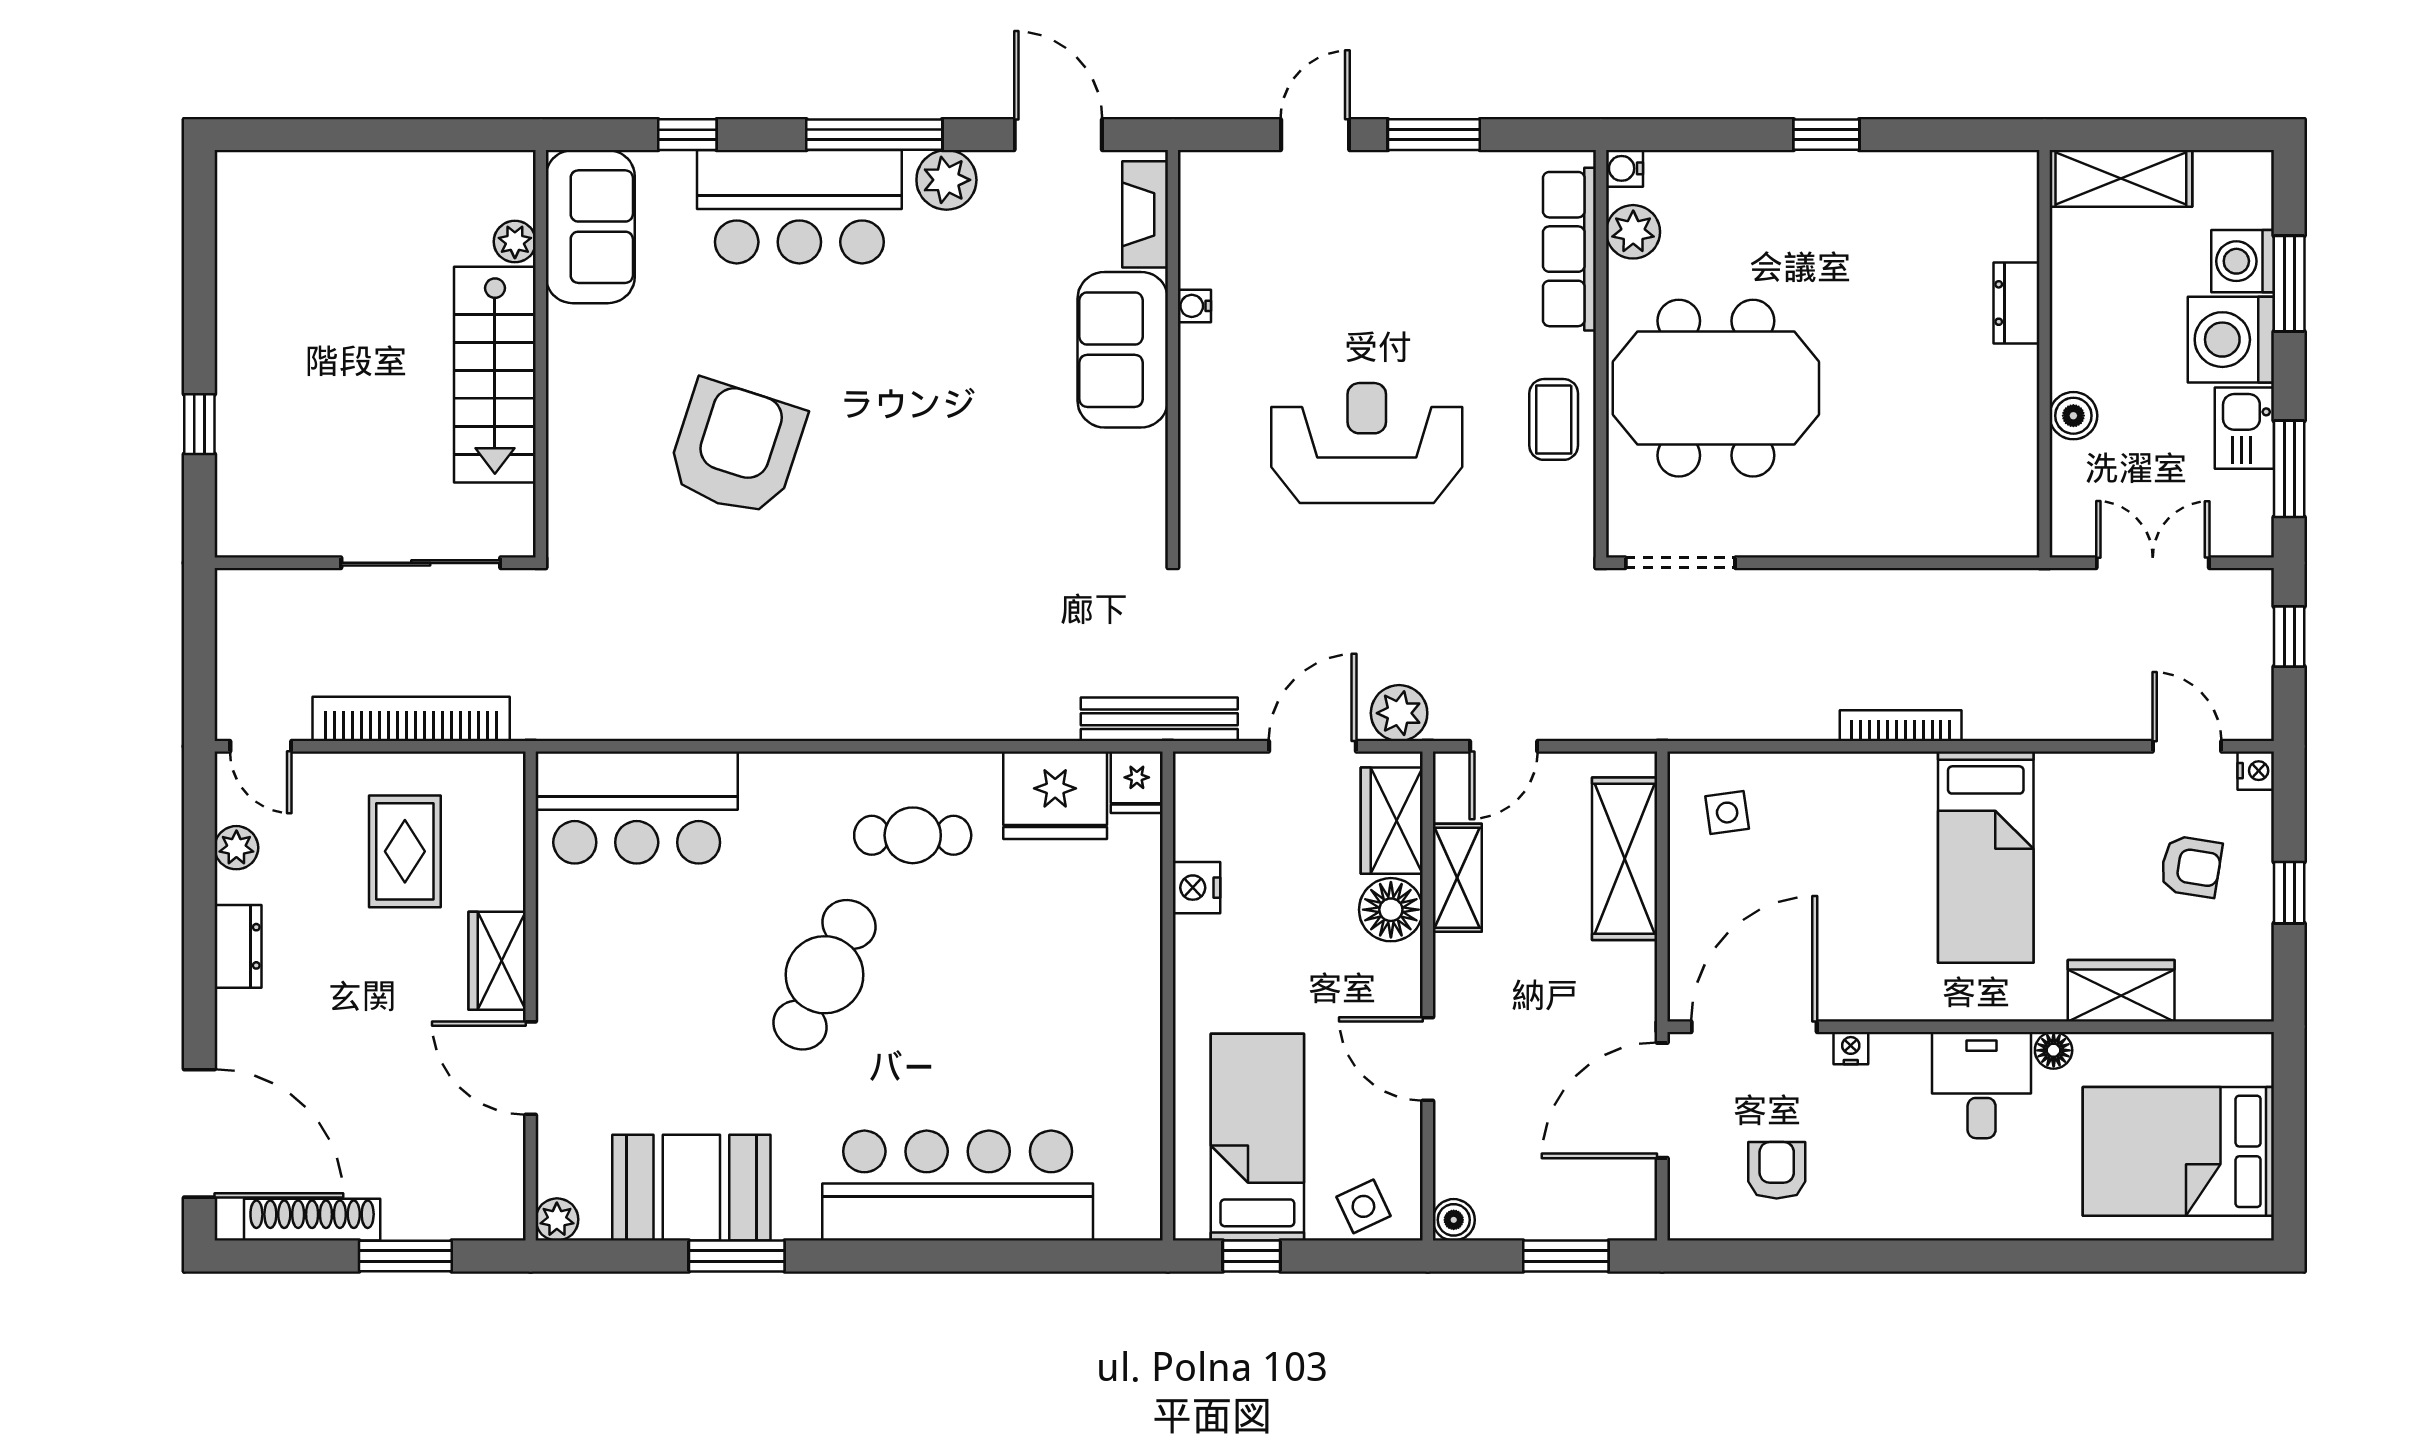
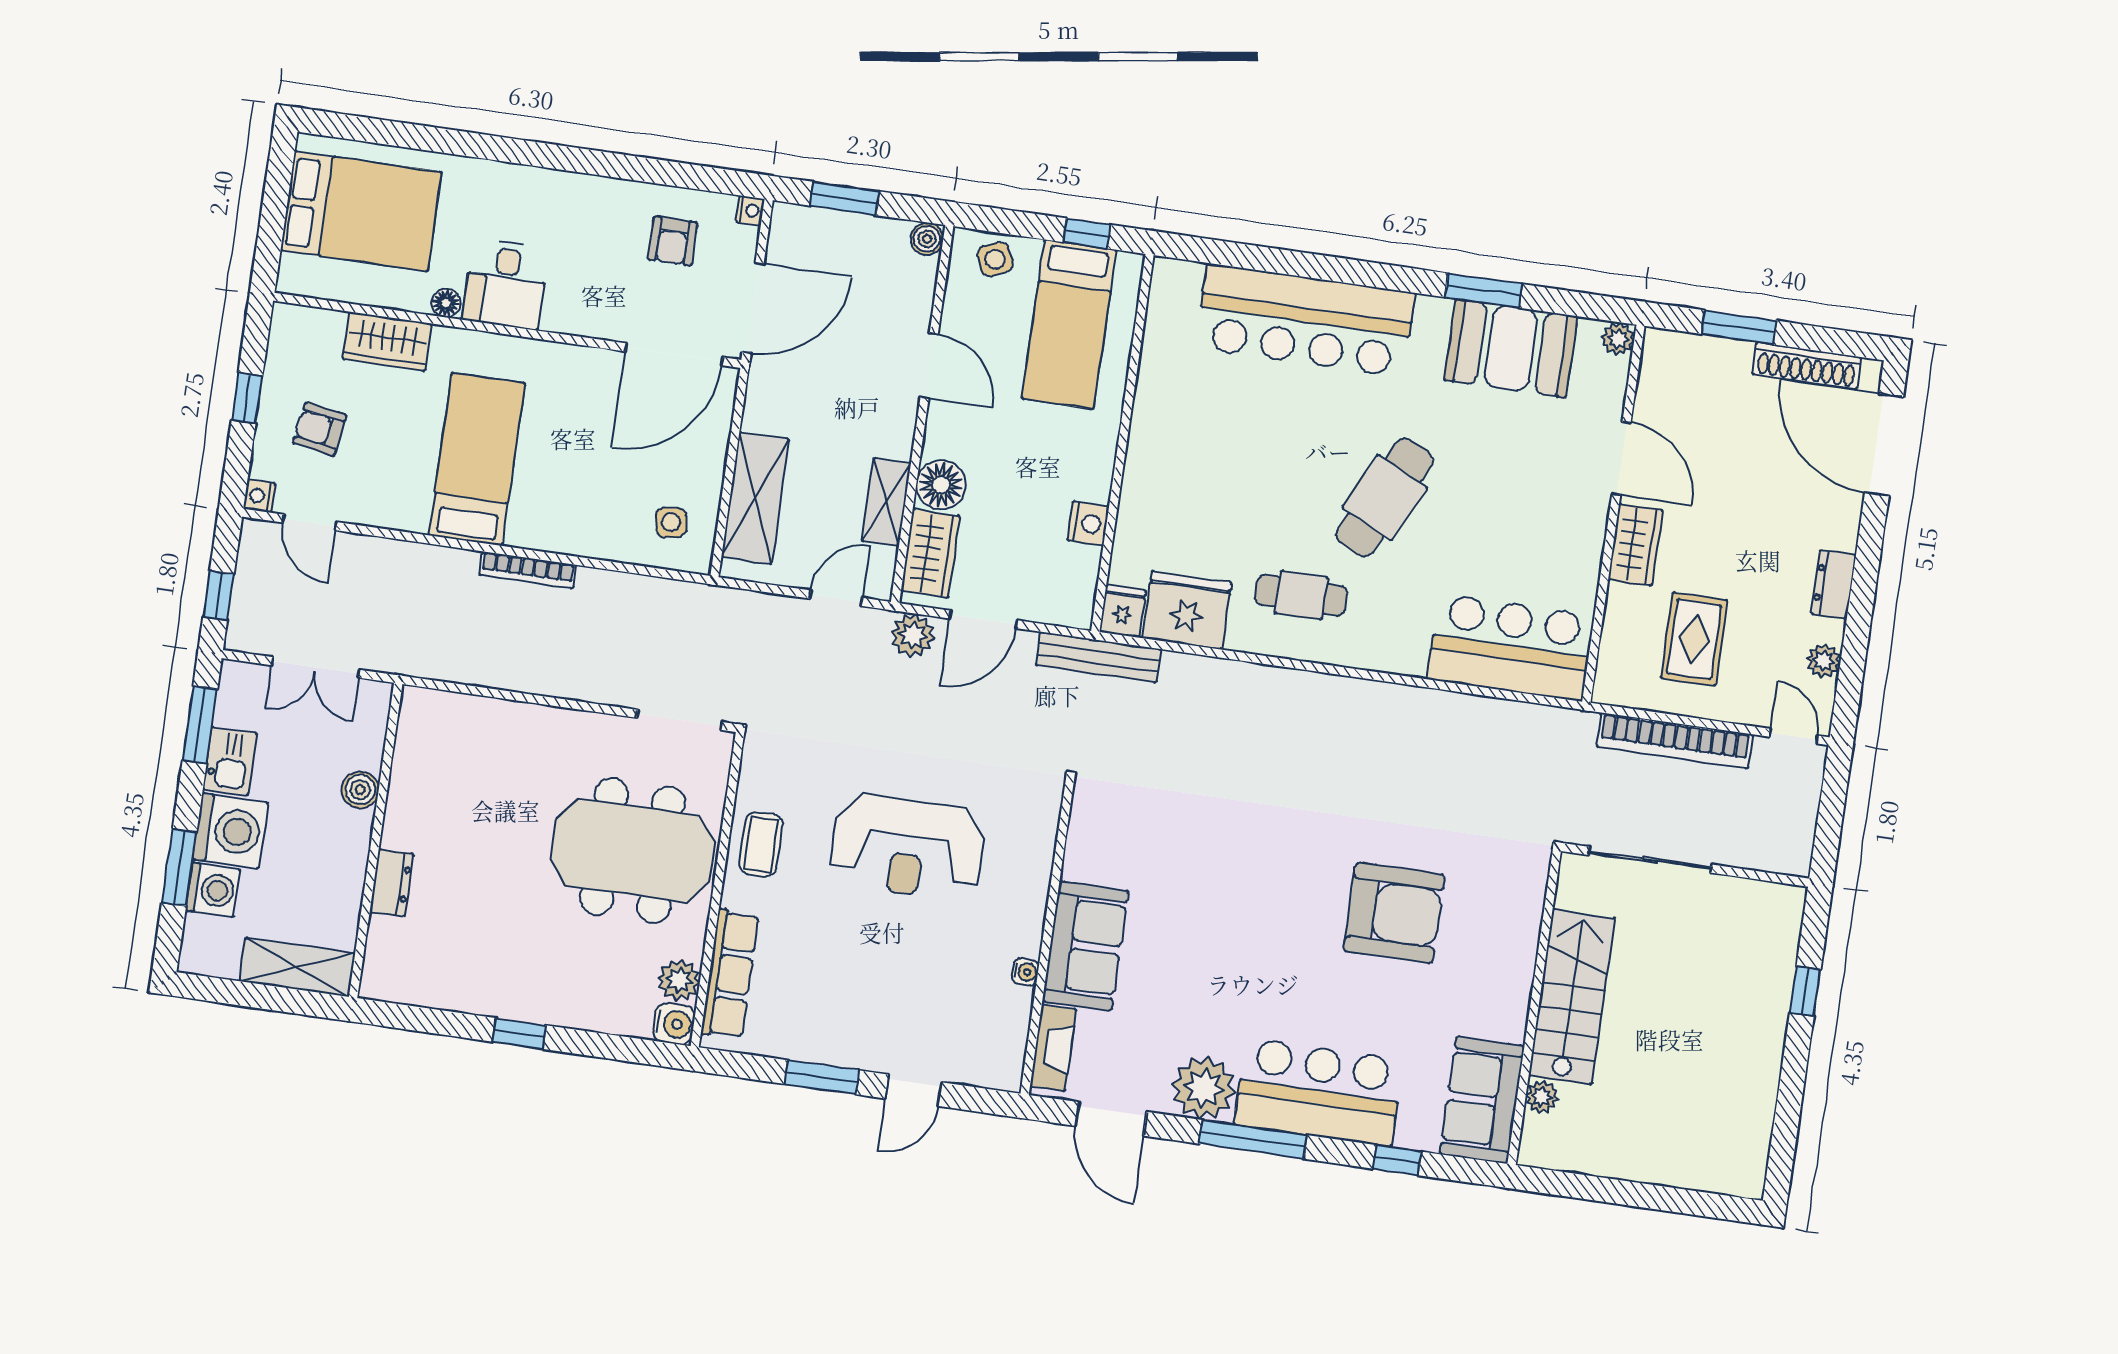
water cooler: (1625, 168) -> (674, 1024), width x1.38, depth x1.38
plant: (946, 180) -> (1204, 1088), width x1.36, depth x1.36
armchair: (736, 448) -> (1394, 913), turned -108
nightstand: (1851, 1048) -> (750, 210), moved, turned -90

